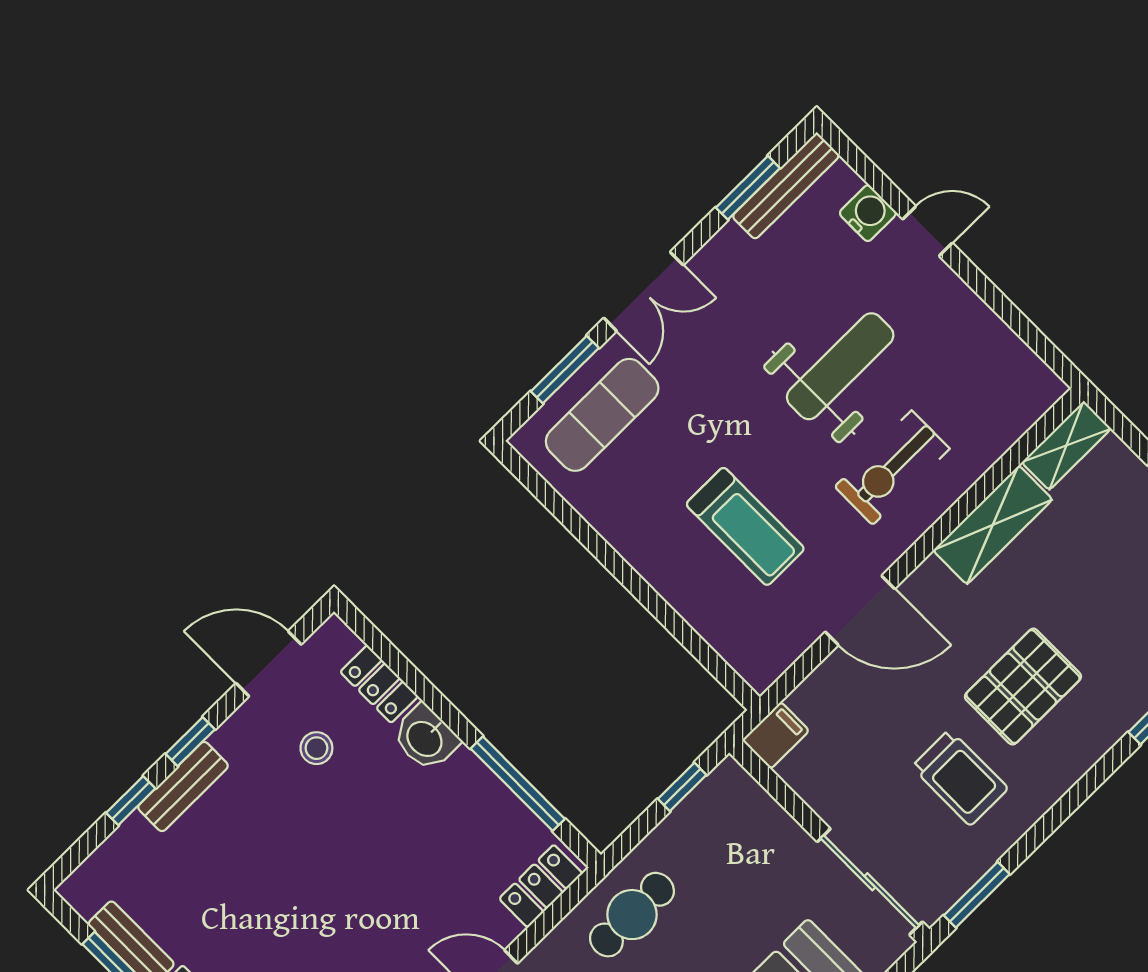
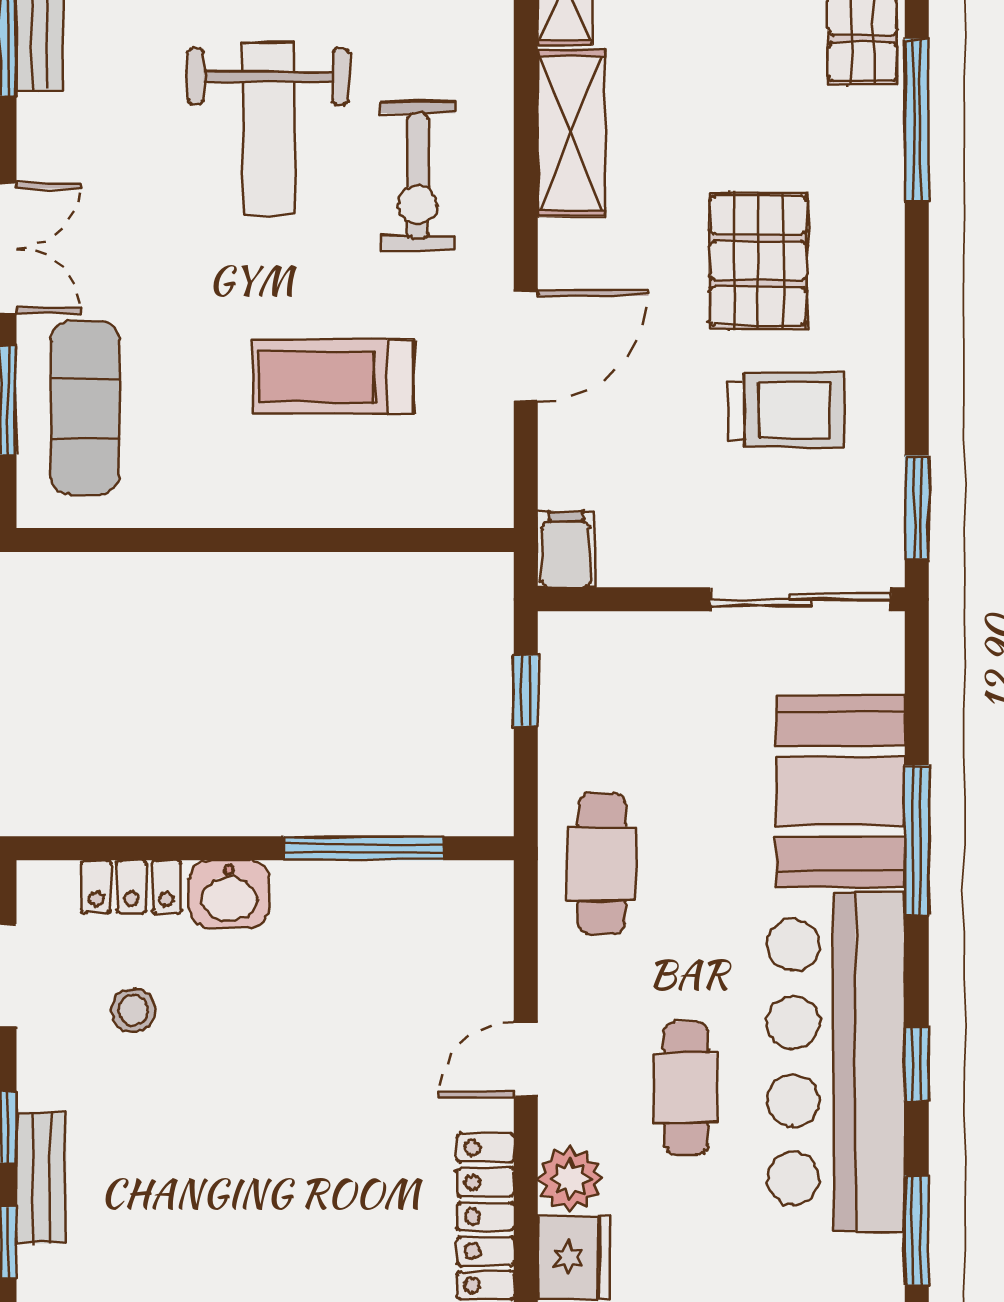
weight bench: (840, 366) -> (268, 128), turned 180
treadmill: (745, 526) -> (333, 377), turned 180
locker: (541, 886) -> (486, 925), removed

